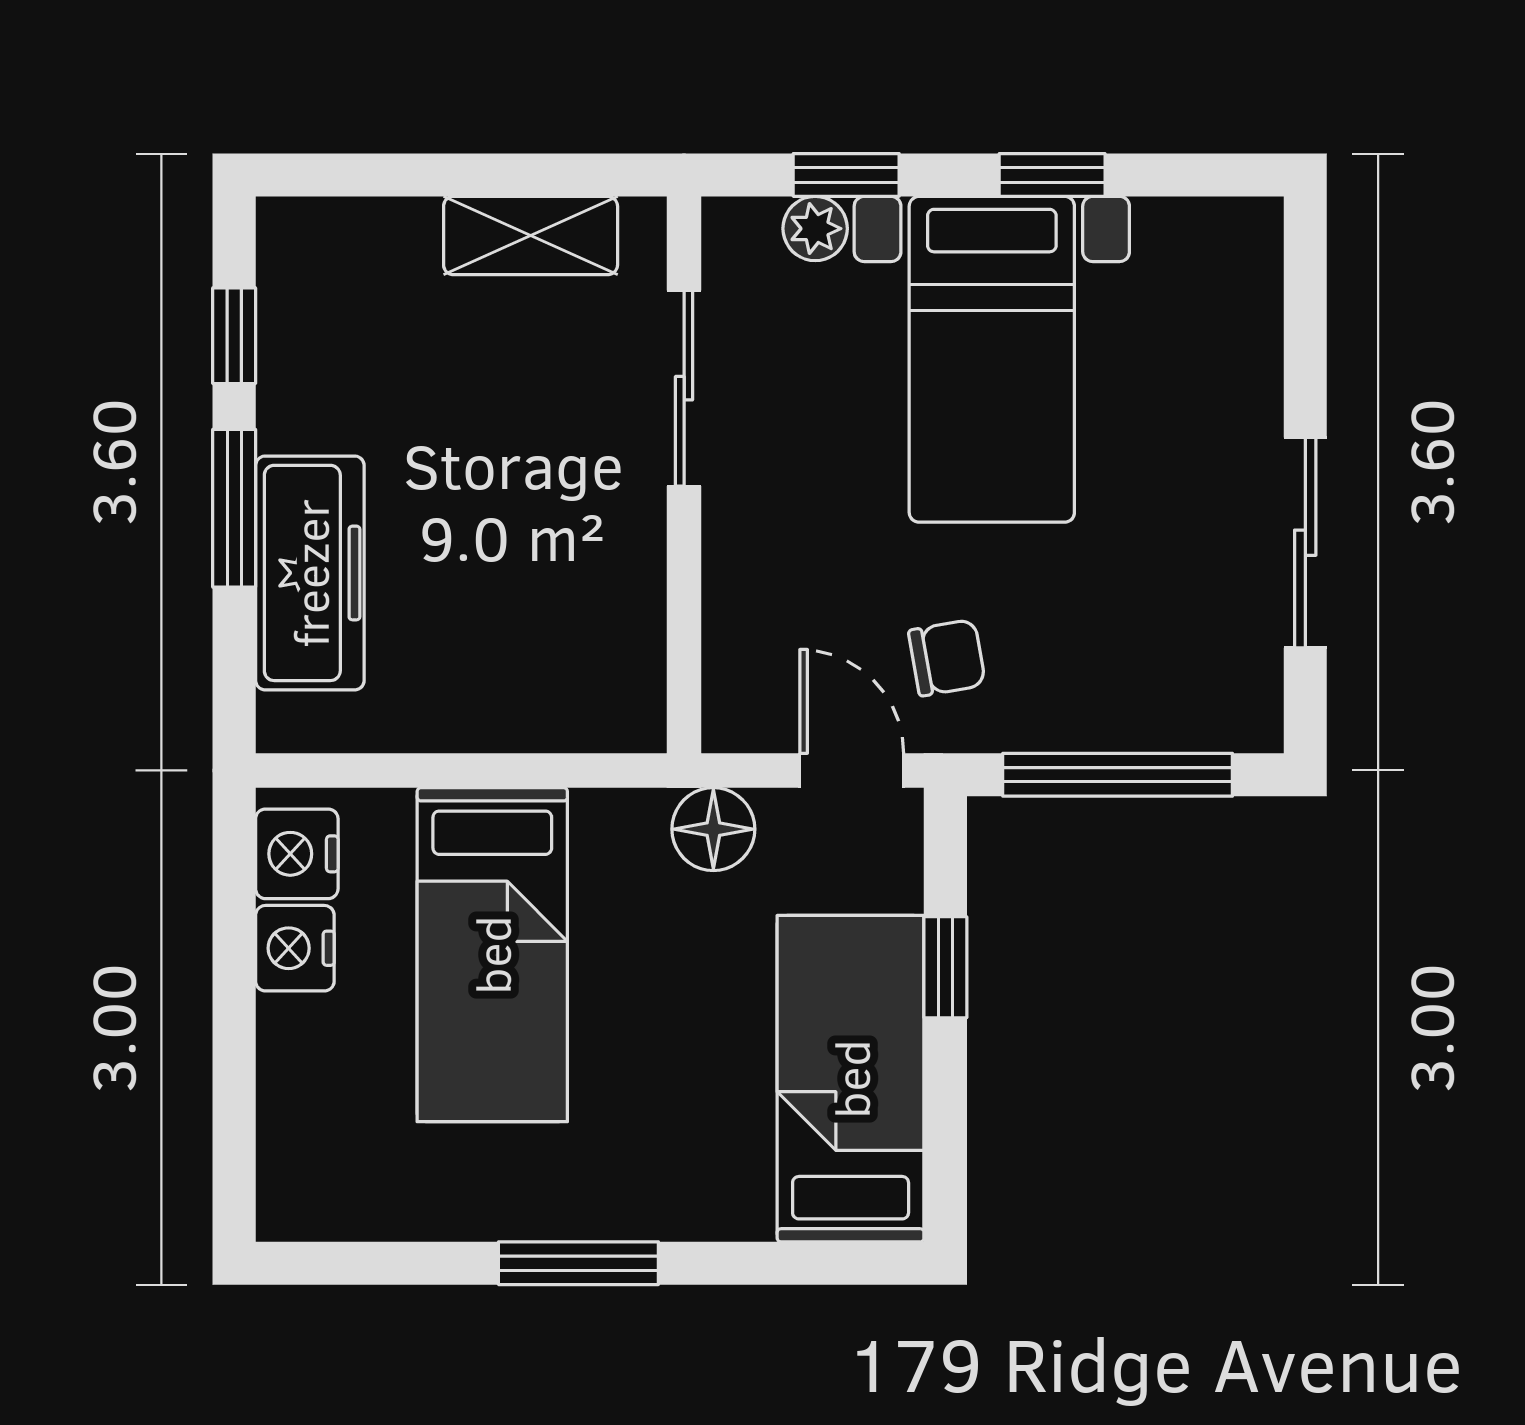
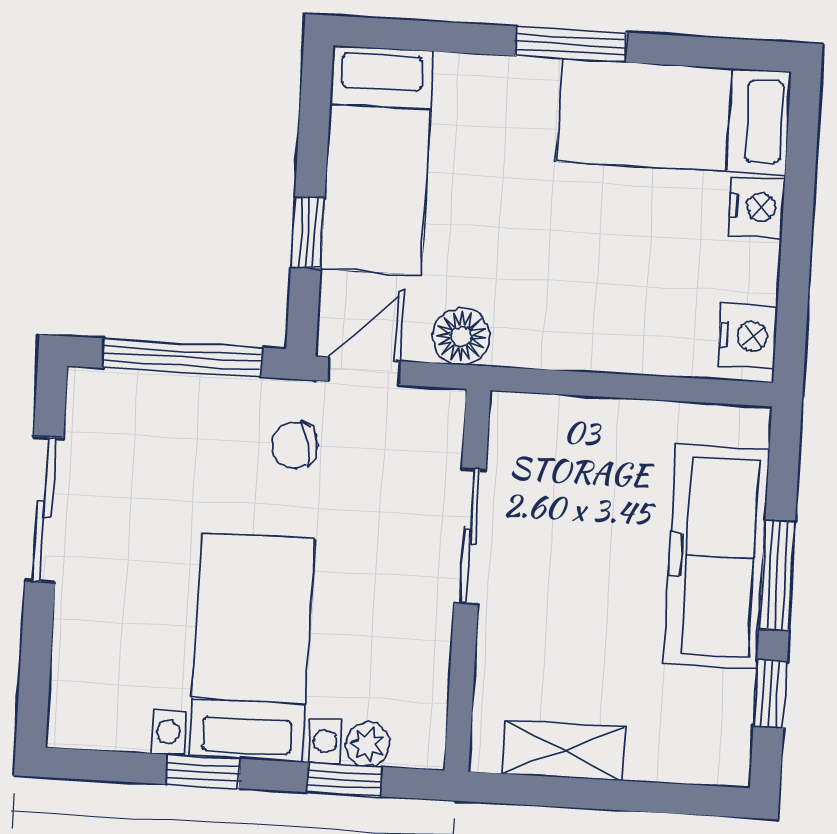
sliding door: (684, 388) -> (470, 536), moved
freezer: (310, 573) -> (716, 557), width x1.36, depth x1.26
door: (852, 770) -> (364, 371), swing flipped
nightstand: (295, 948) -> (757, 207), moved
bed: (492, 955) -> (674, 117), moved, turned -90

